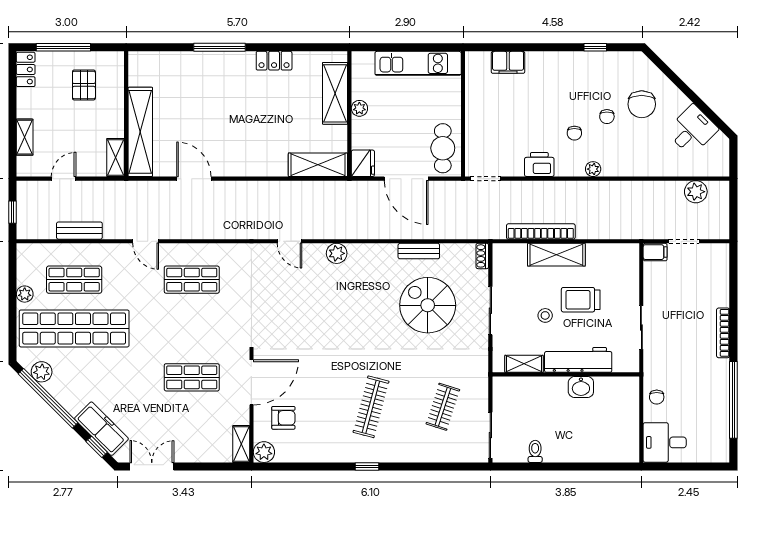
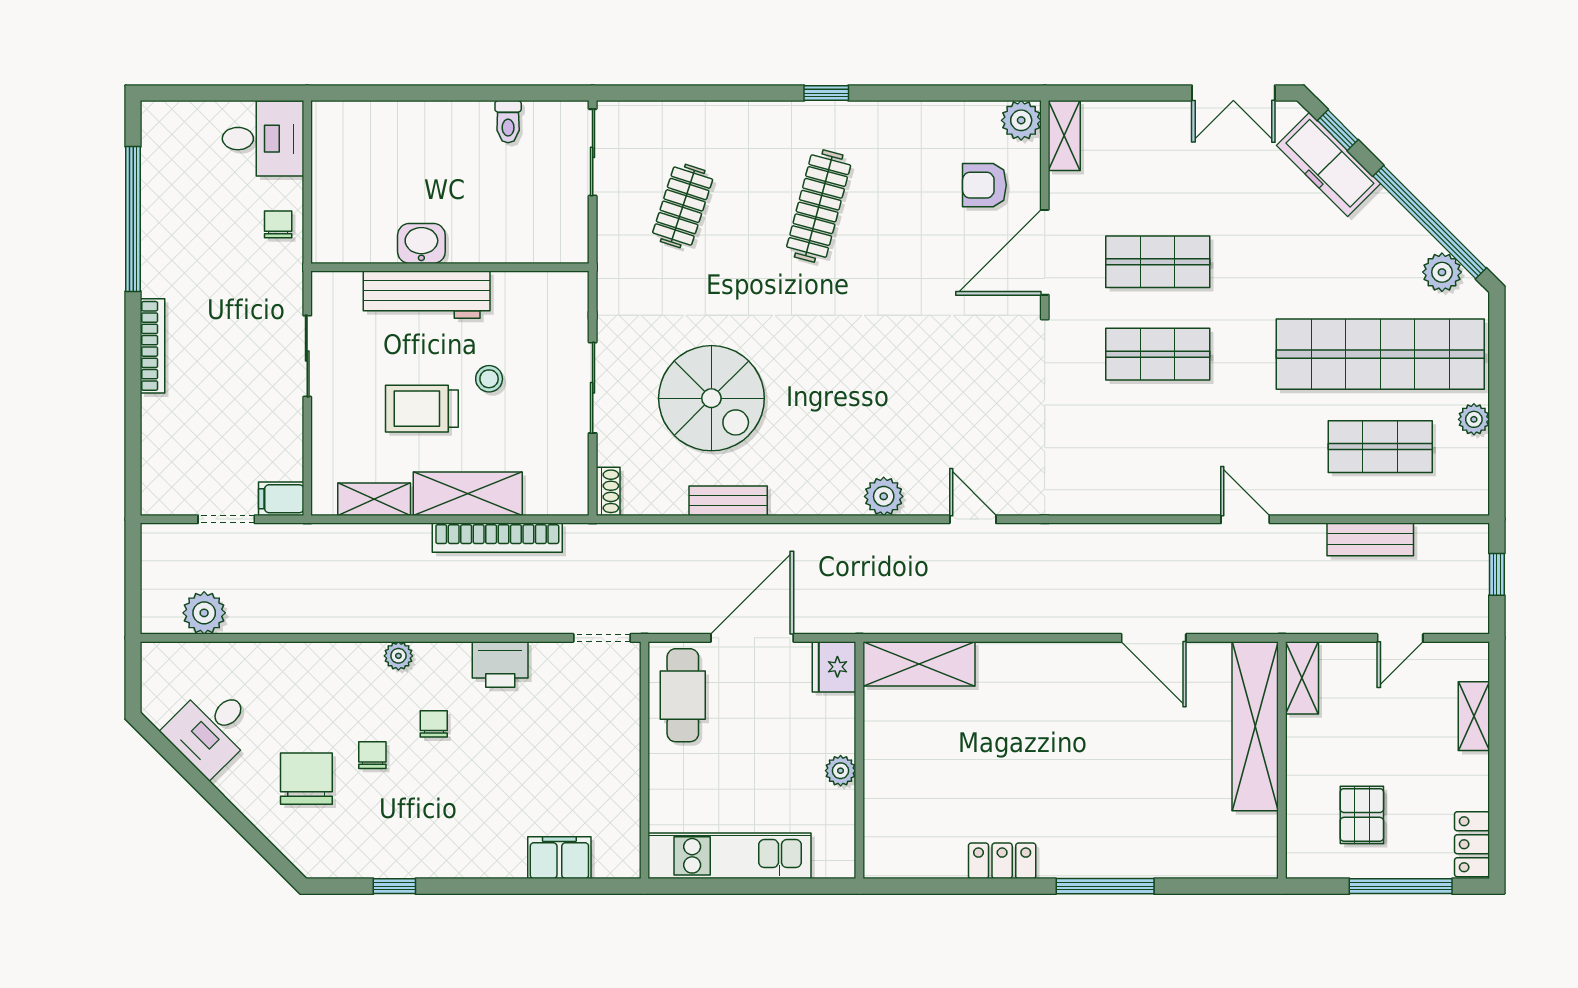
shelving: (335, 93) -> (887, 799), removed
door: (406, 179) -> (752, 638), hinge flipped
shop shelf: (192, 280) -> (1158, 354), moved
trolley: (581, 300) -> (422, 409), turned 180
shelving: (524, 364) -> (374, 499), moved

